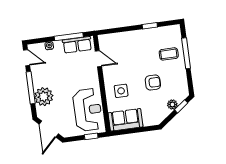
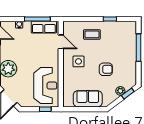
coffee table: (169, 54) -> (92, 34), moved
side table: (121, 91) -> (78, 61), moved
sofa: (125, 120) -> (88, 99), moved

